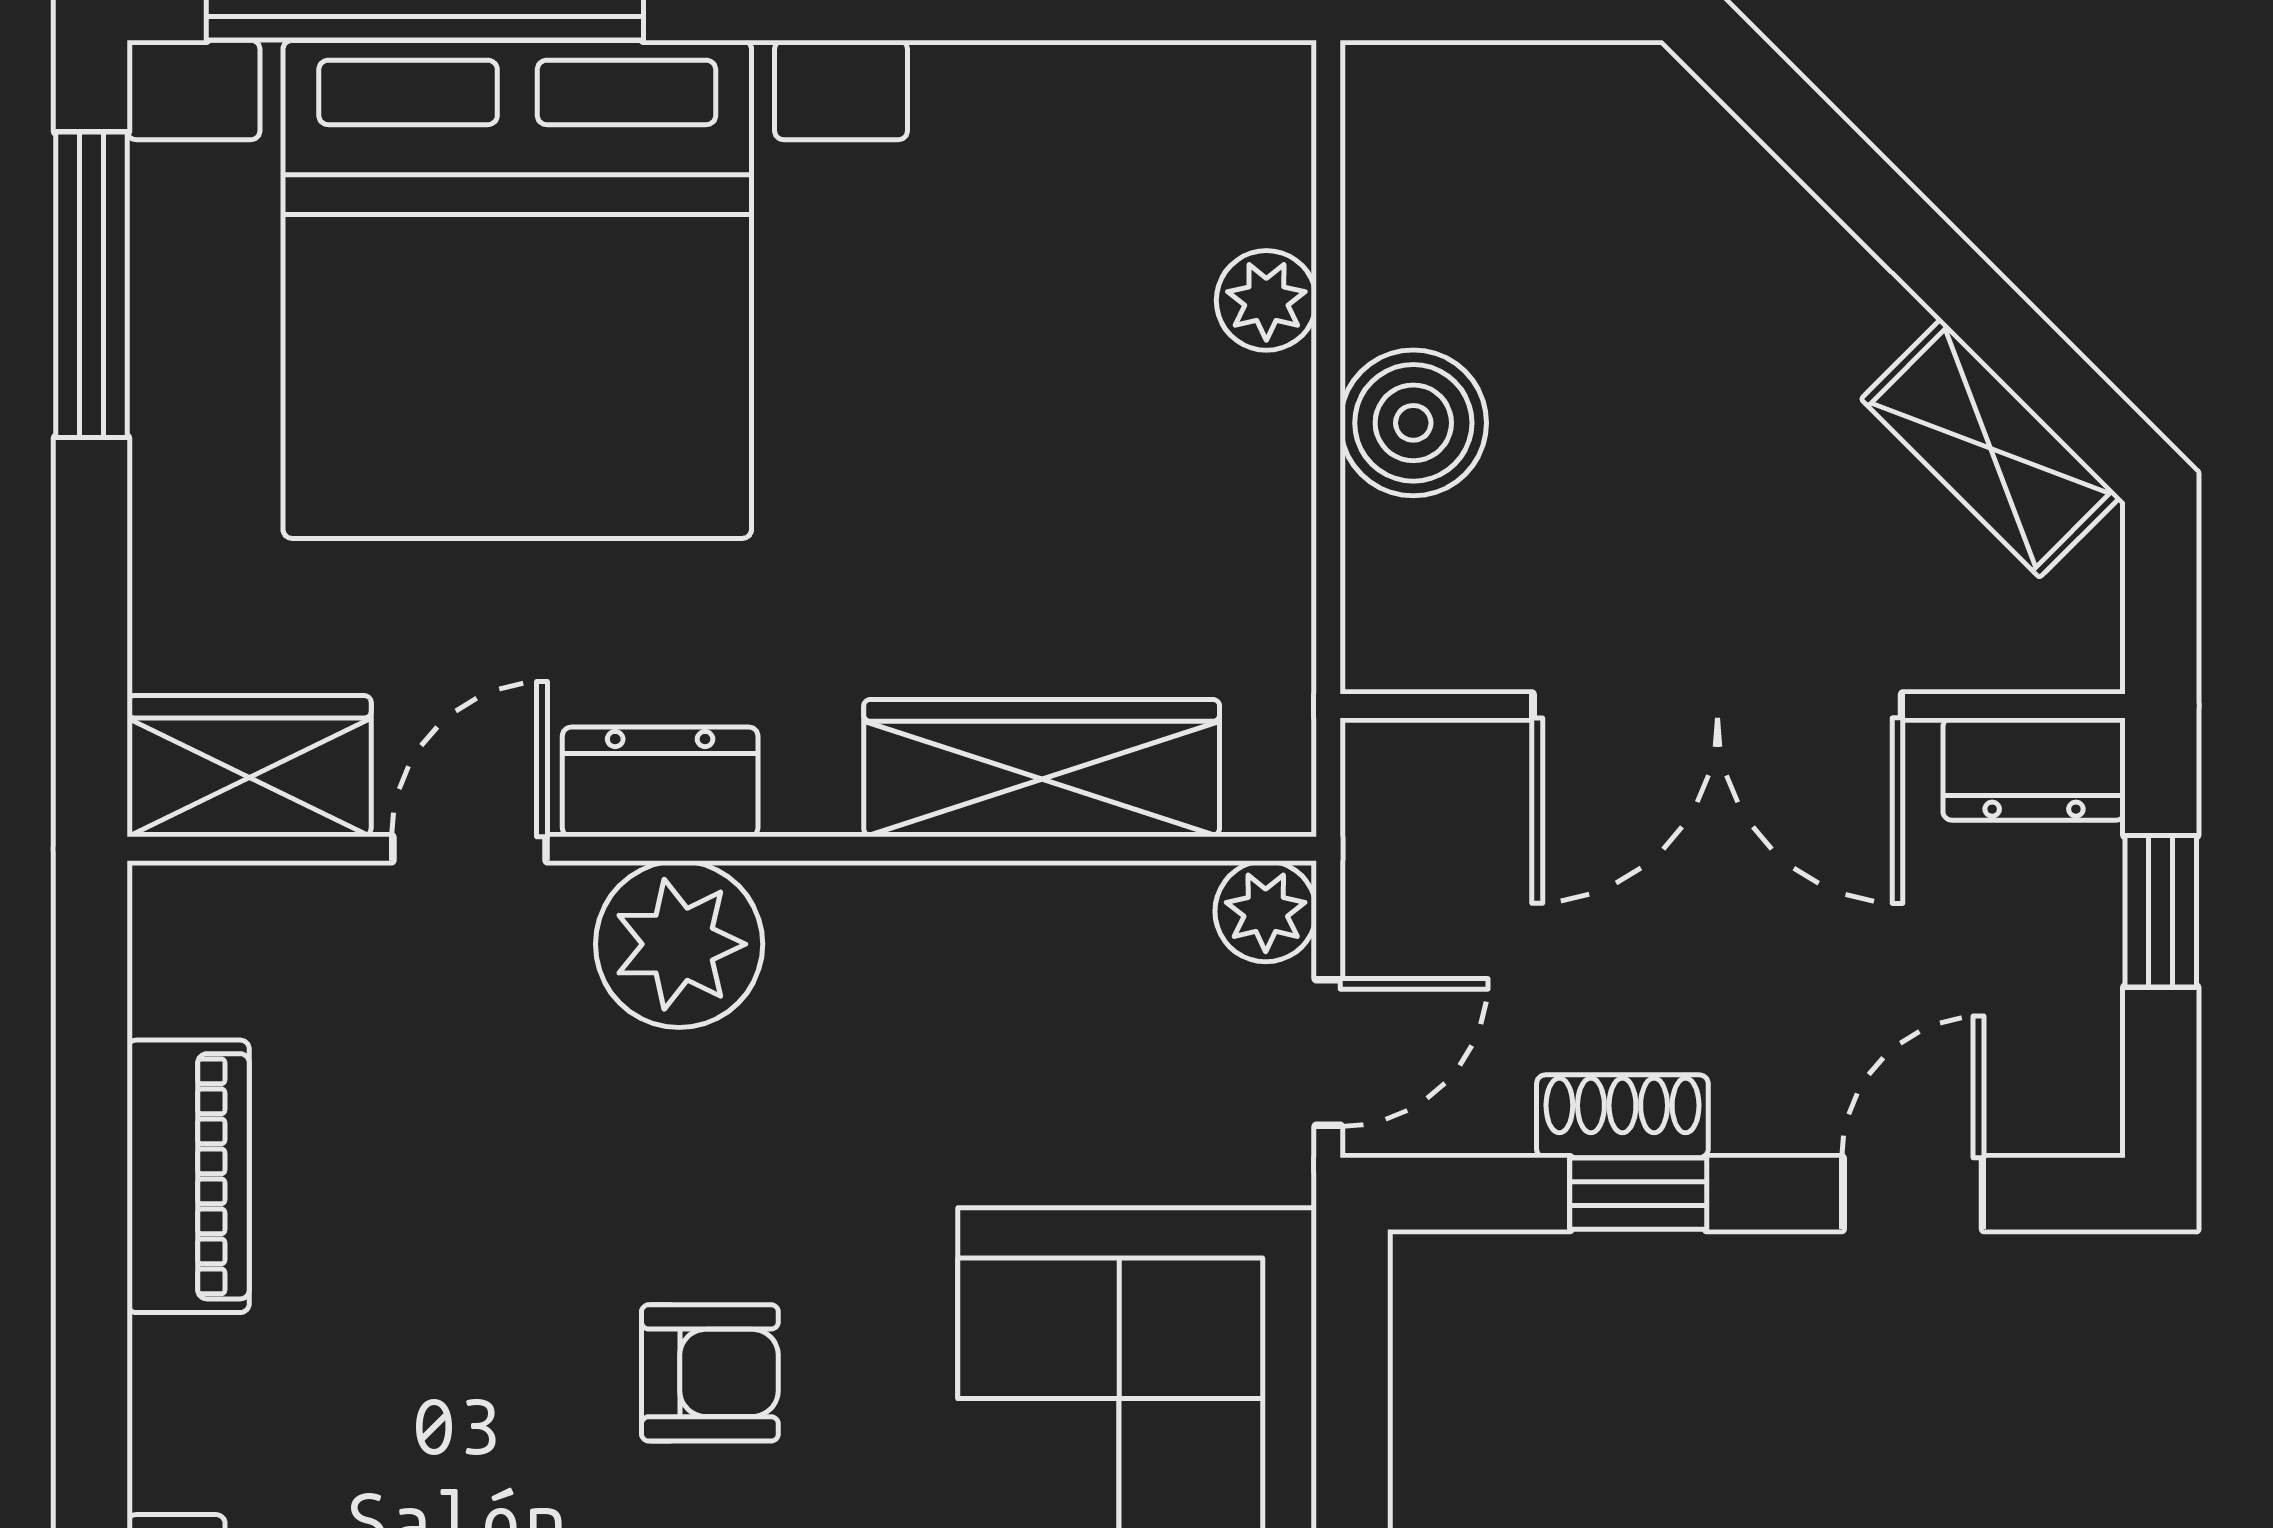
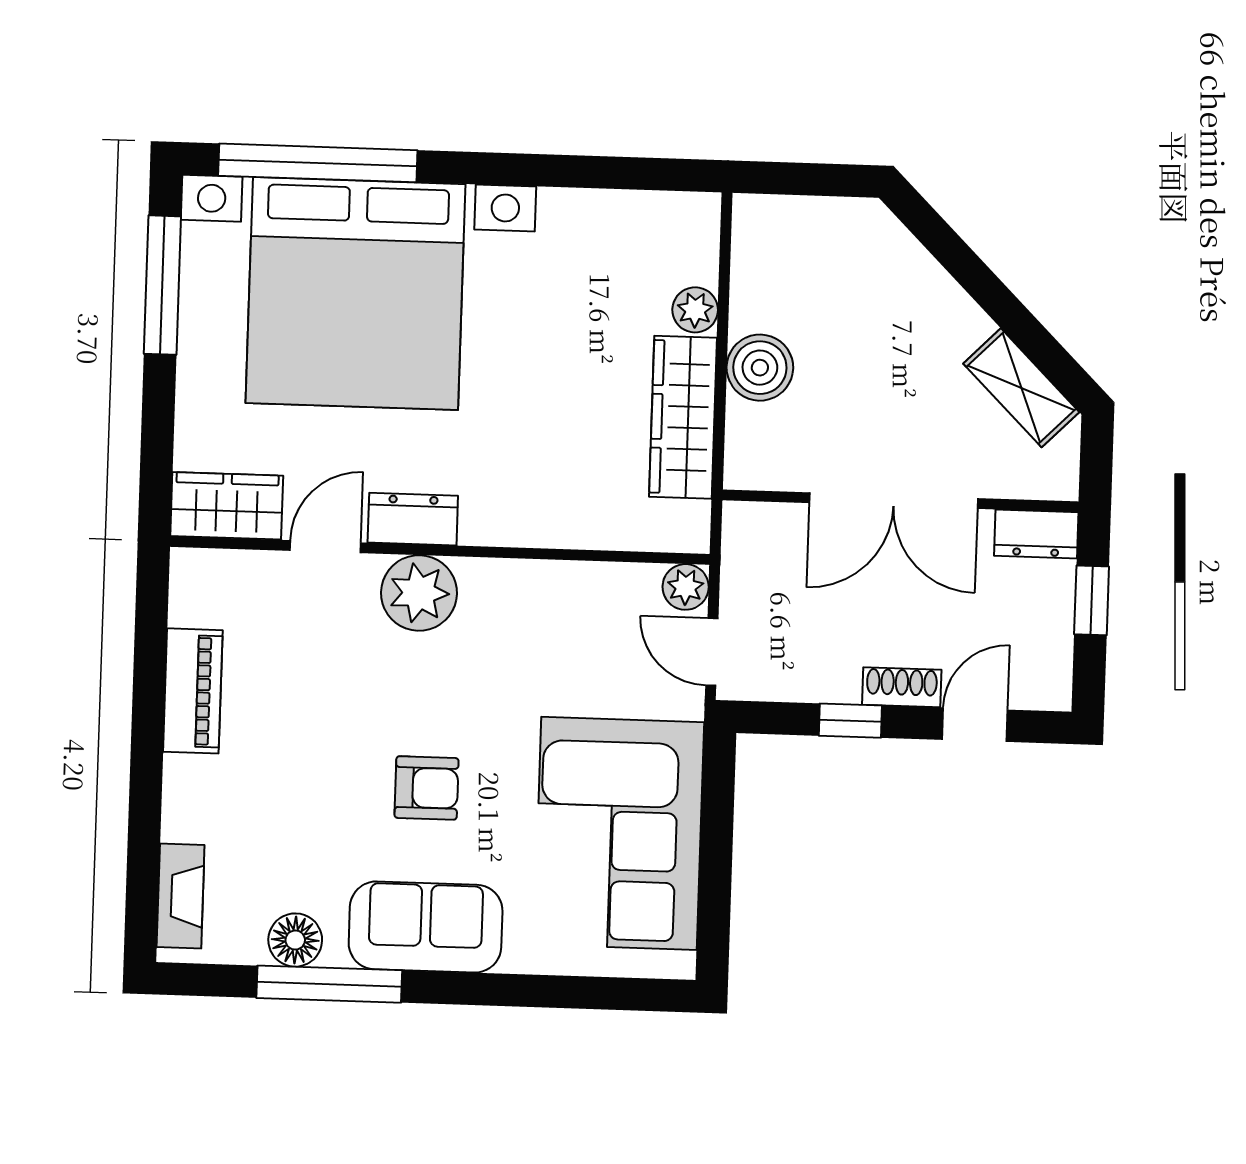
wardrobe: (1042, 768) -> (683, 417), moved, turned -90
door: (1328, 1052) -> (712, 652), swing flipped
shoe rack: (1622, 1116) -> (902, 687), moved

